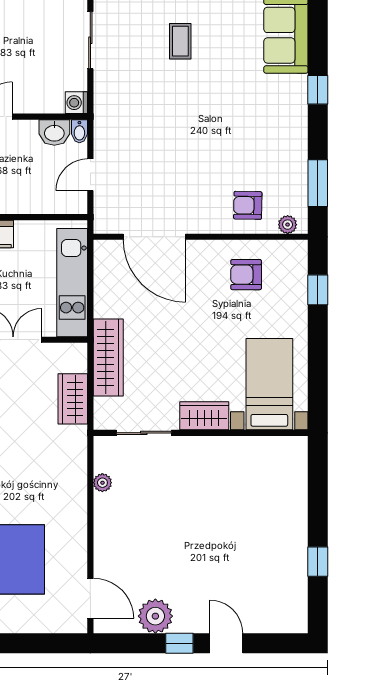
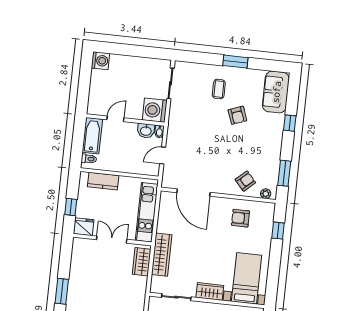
armchair: (220, 86) -> (237, 115), added
washing machine: (76, 103) -> (155, 110), width x1.89, depth x1.89
armchair: (248, 205) -> (245, 181), turned 137
wardrobe: (73, 399) -> (142, 262), moved

